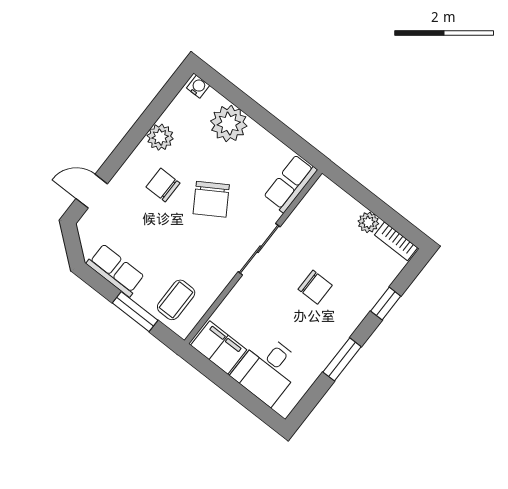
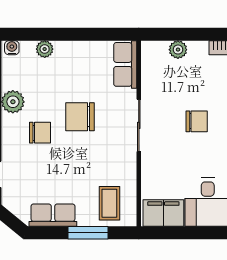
plant: (229, 124) -> (45, 49), width x0.53, depth x0.53
chair: (163, 185) -> (40, 133), turned 180
chair: (211, 199) -> (80, 117), turned 122
plant: (368, 222) -> (178, 50), moved

